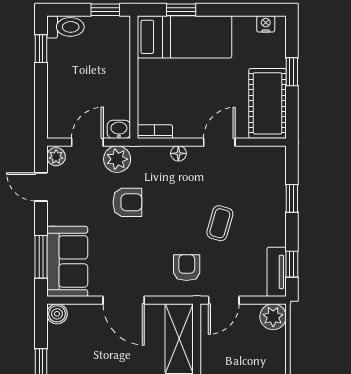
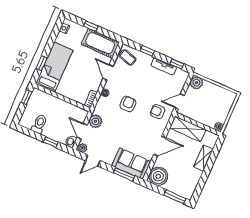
toilet: (65, 27) -> (39, 124), moved
window: (41, 49) -> (51, 142), moved
washbasin: (119, 129) -> (71, 142), moved
armchair: (127, 202) -> (128, 104), moved
coffee table: (220, 223) -> (128, 58), moved
tv unit: (277, 272) -> (164, 66), moved
door: (224, 300) -> (179, 101), swing flipped
boiler: (57, 314) -> (158, 176), width x1.86, depth x1.86

